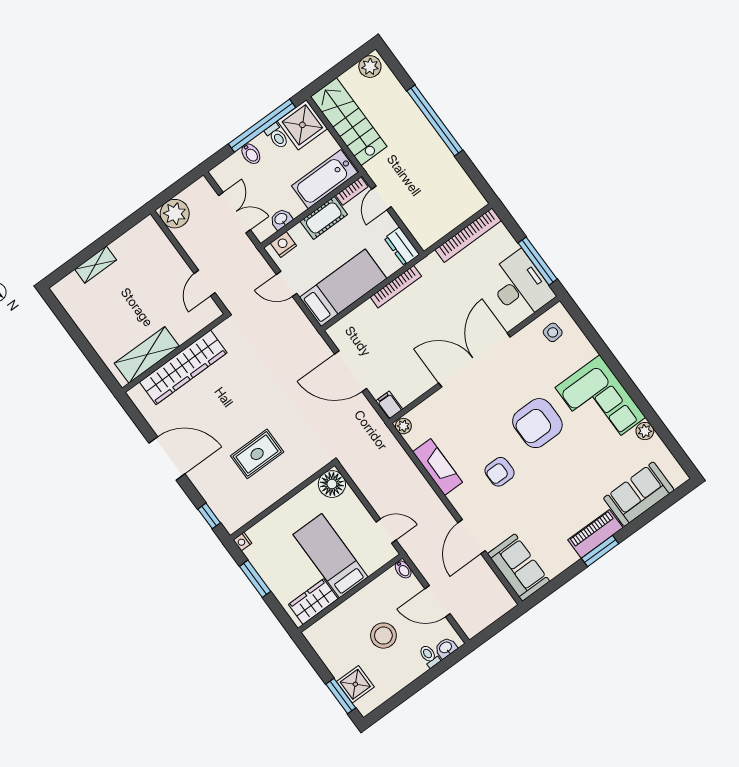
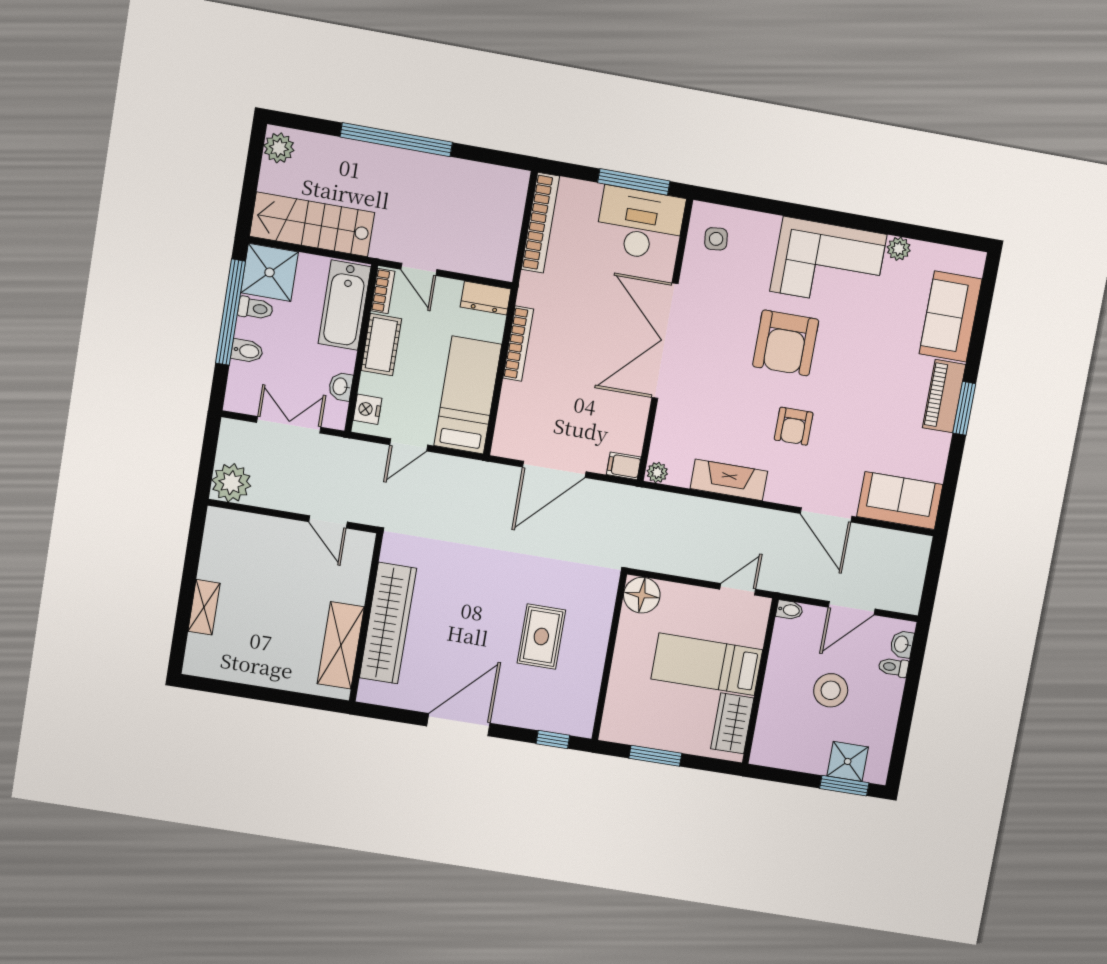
nightstand: (242, 542) -> (609, 733), removed

